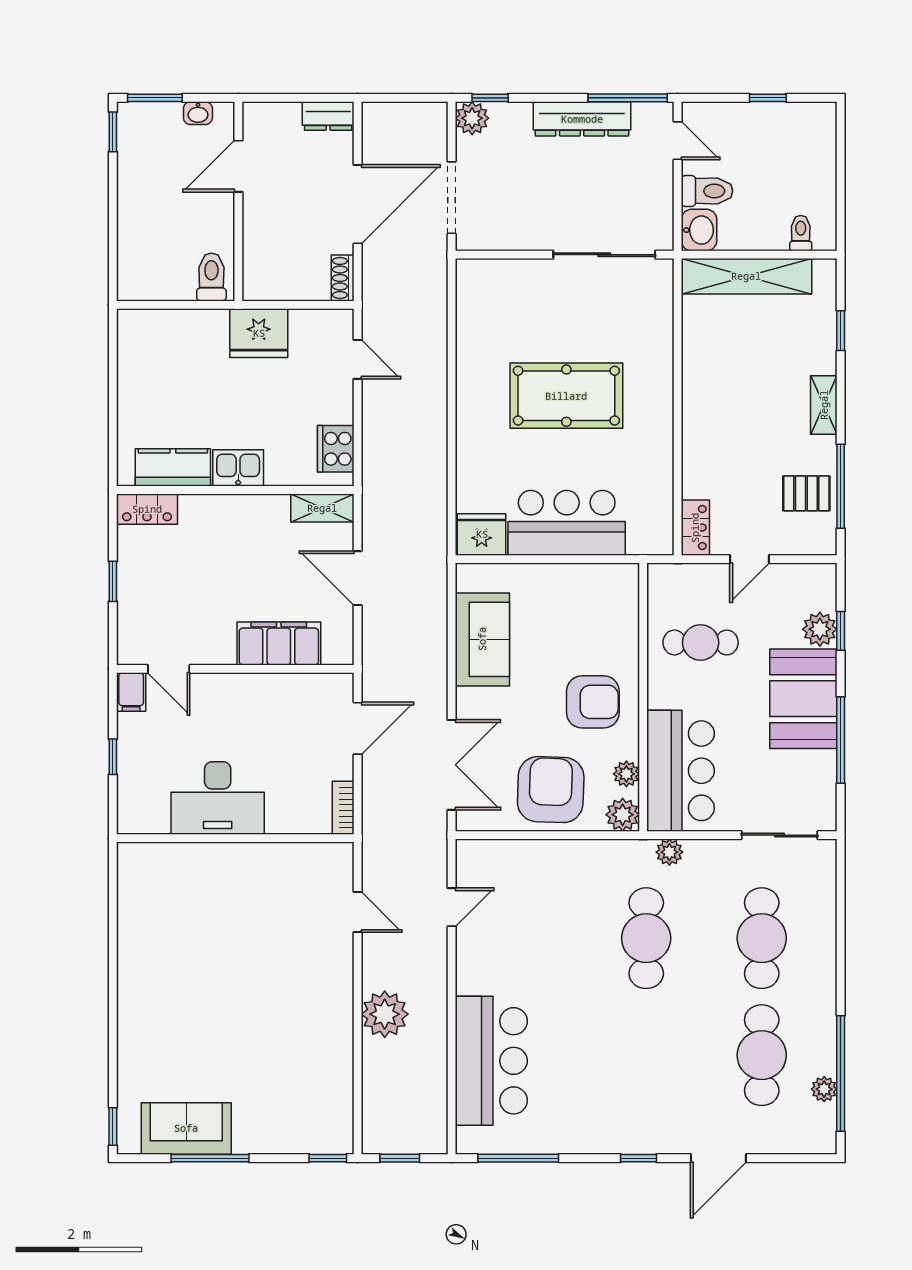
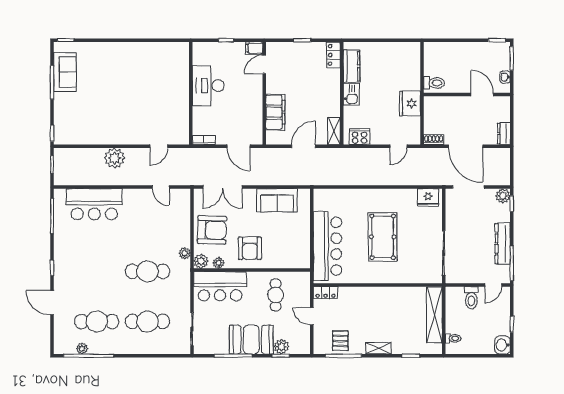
washbasin: (699, 230) -> (502, 345), moved, turned 90
bar counter: (567, 523) -> (328, 246), width x1.36
fridge: (482, 534) -> (428, 198), moved, turned 90
plant: (669, 852) -> (185, 253), moved

